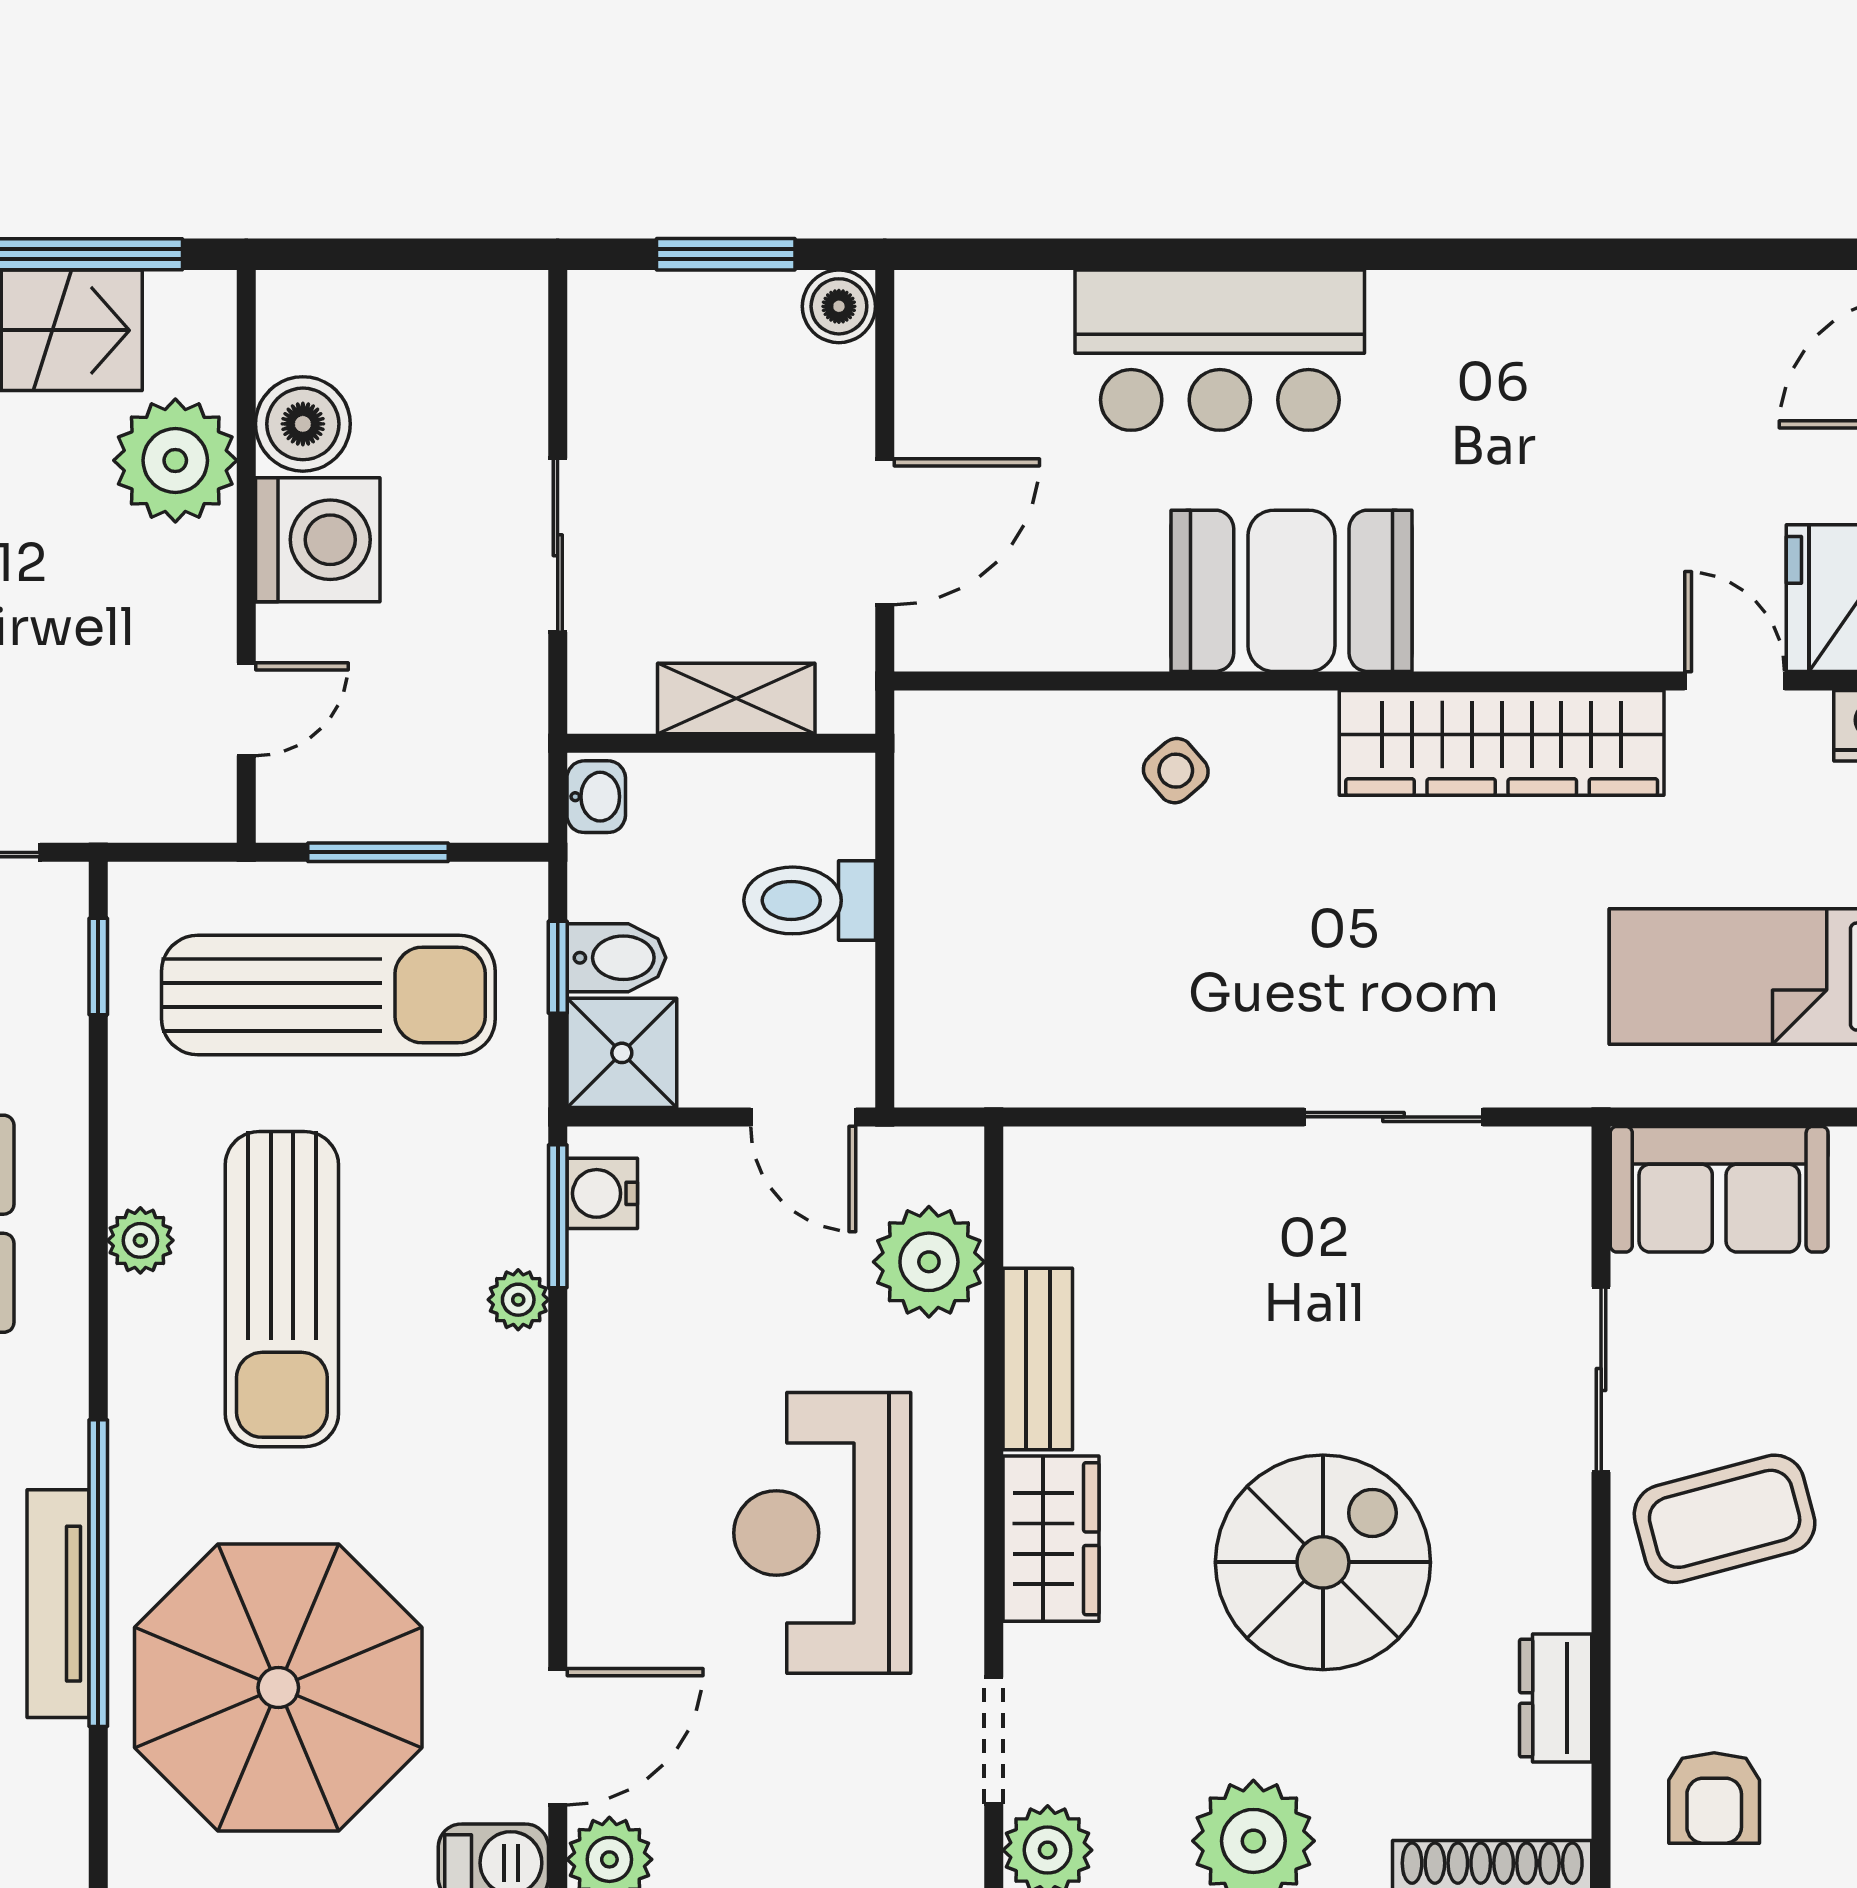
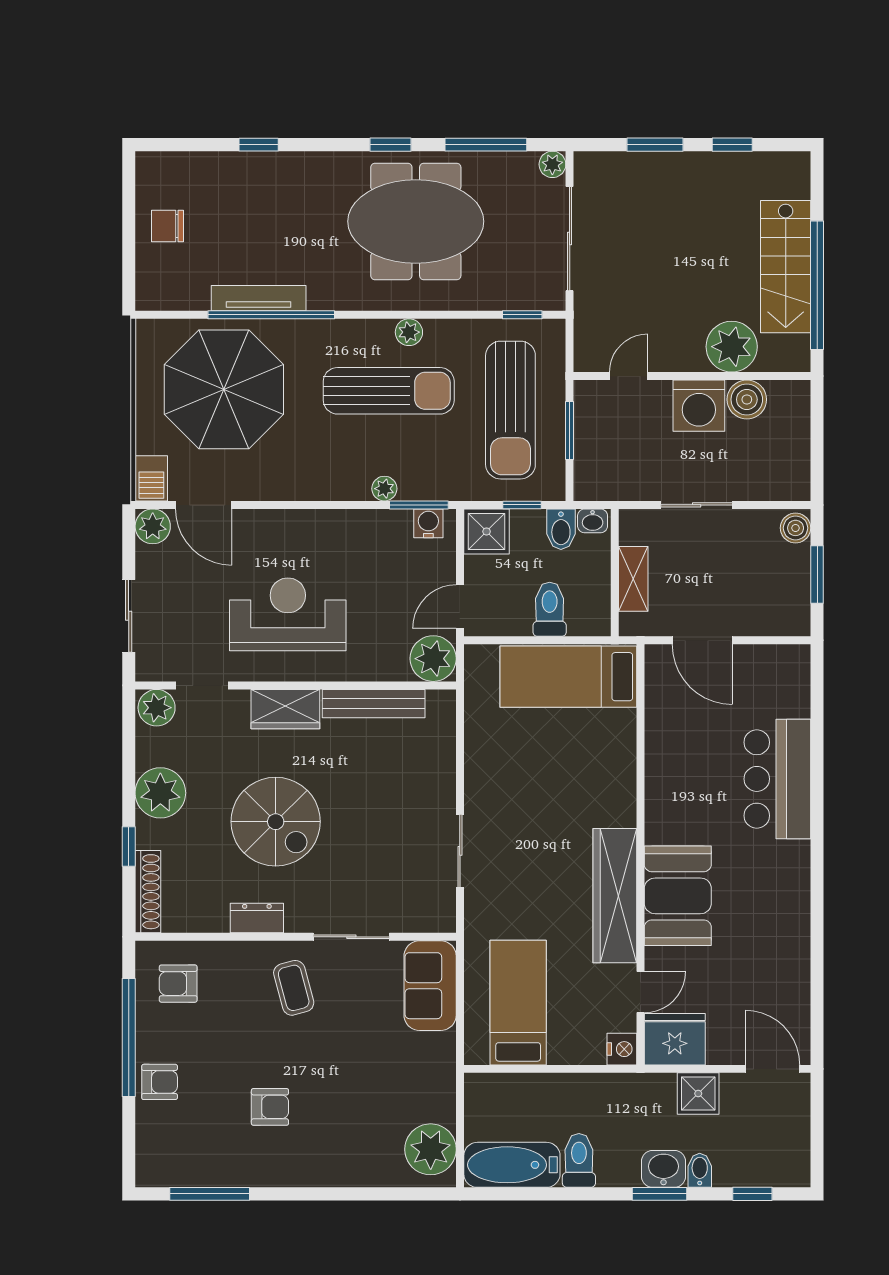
boiler: (839, 306) -> (796, 528), moved
booth: (1291, 591) -> (678, 896), moved
door: (246, 709) -> (629, 376), swing flipped
side table: (1176, 771) -> (603, 761), removed
bed: (973, 855) -> (568, 677), added
bidet: (616, 958) -> (561, 529), moved
plant: (929, 1262) -> (433, 659), moved
sun lounger: (282, 1289) -> (389, 391), turned 180
bench: (1038, 1359) -> (374, 704), width x1.36
coffee table: (1725, 1519) -> (294, 988), width x0.73, depth x0.77
dresser: (1556, 1698) -> (257, 918), moved

